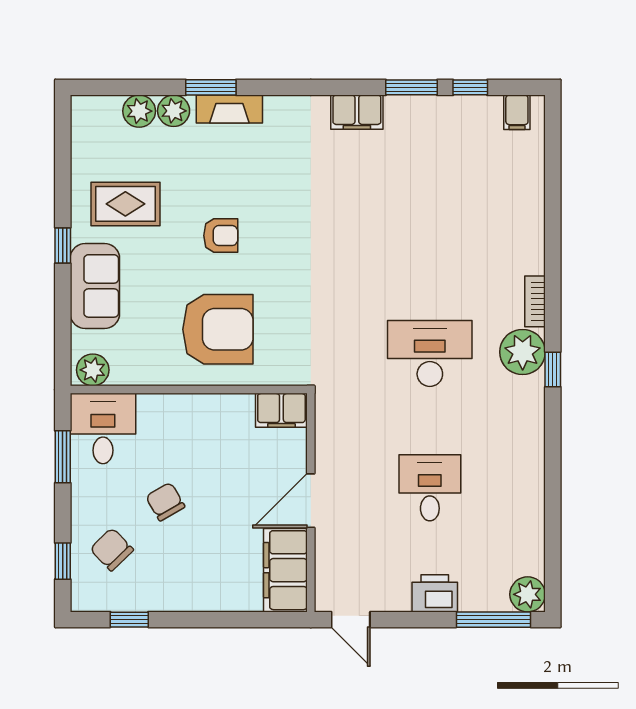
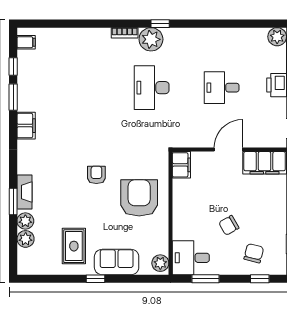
armchair: (221, 236) -> (96, 175), moved
door: (311, 501) -> (228, 150), swing flipped
chair: (112, 549) -> (254, 253), turned 148

